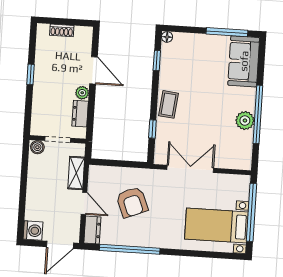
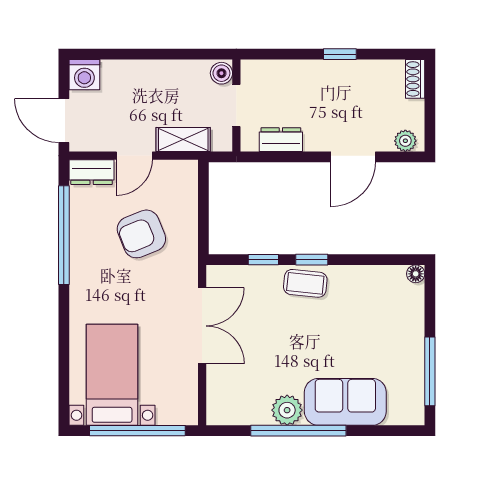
shoe rack: (62, 30) -> (415, 79), moved
window: (157, 60) -> (312, 260), moved
sofa: (244, 61) -> (345, 402), moved
plant: (82, 93) -> (405, 141), moved

